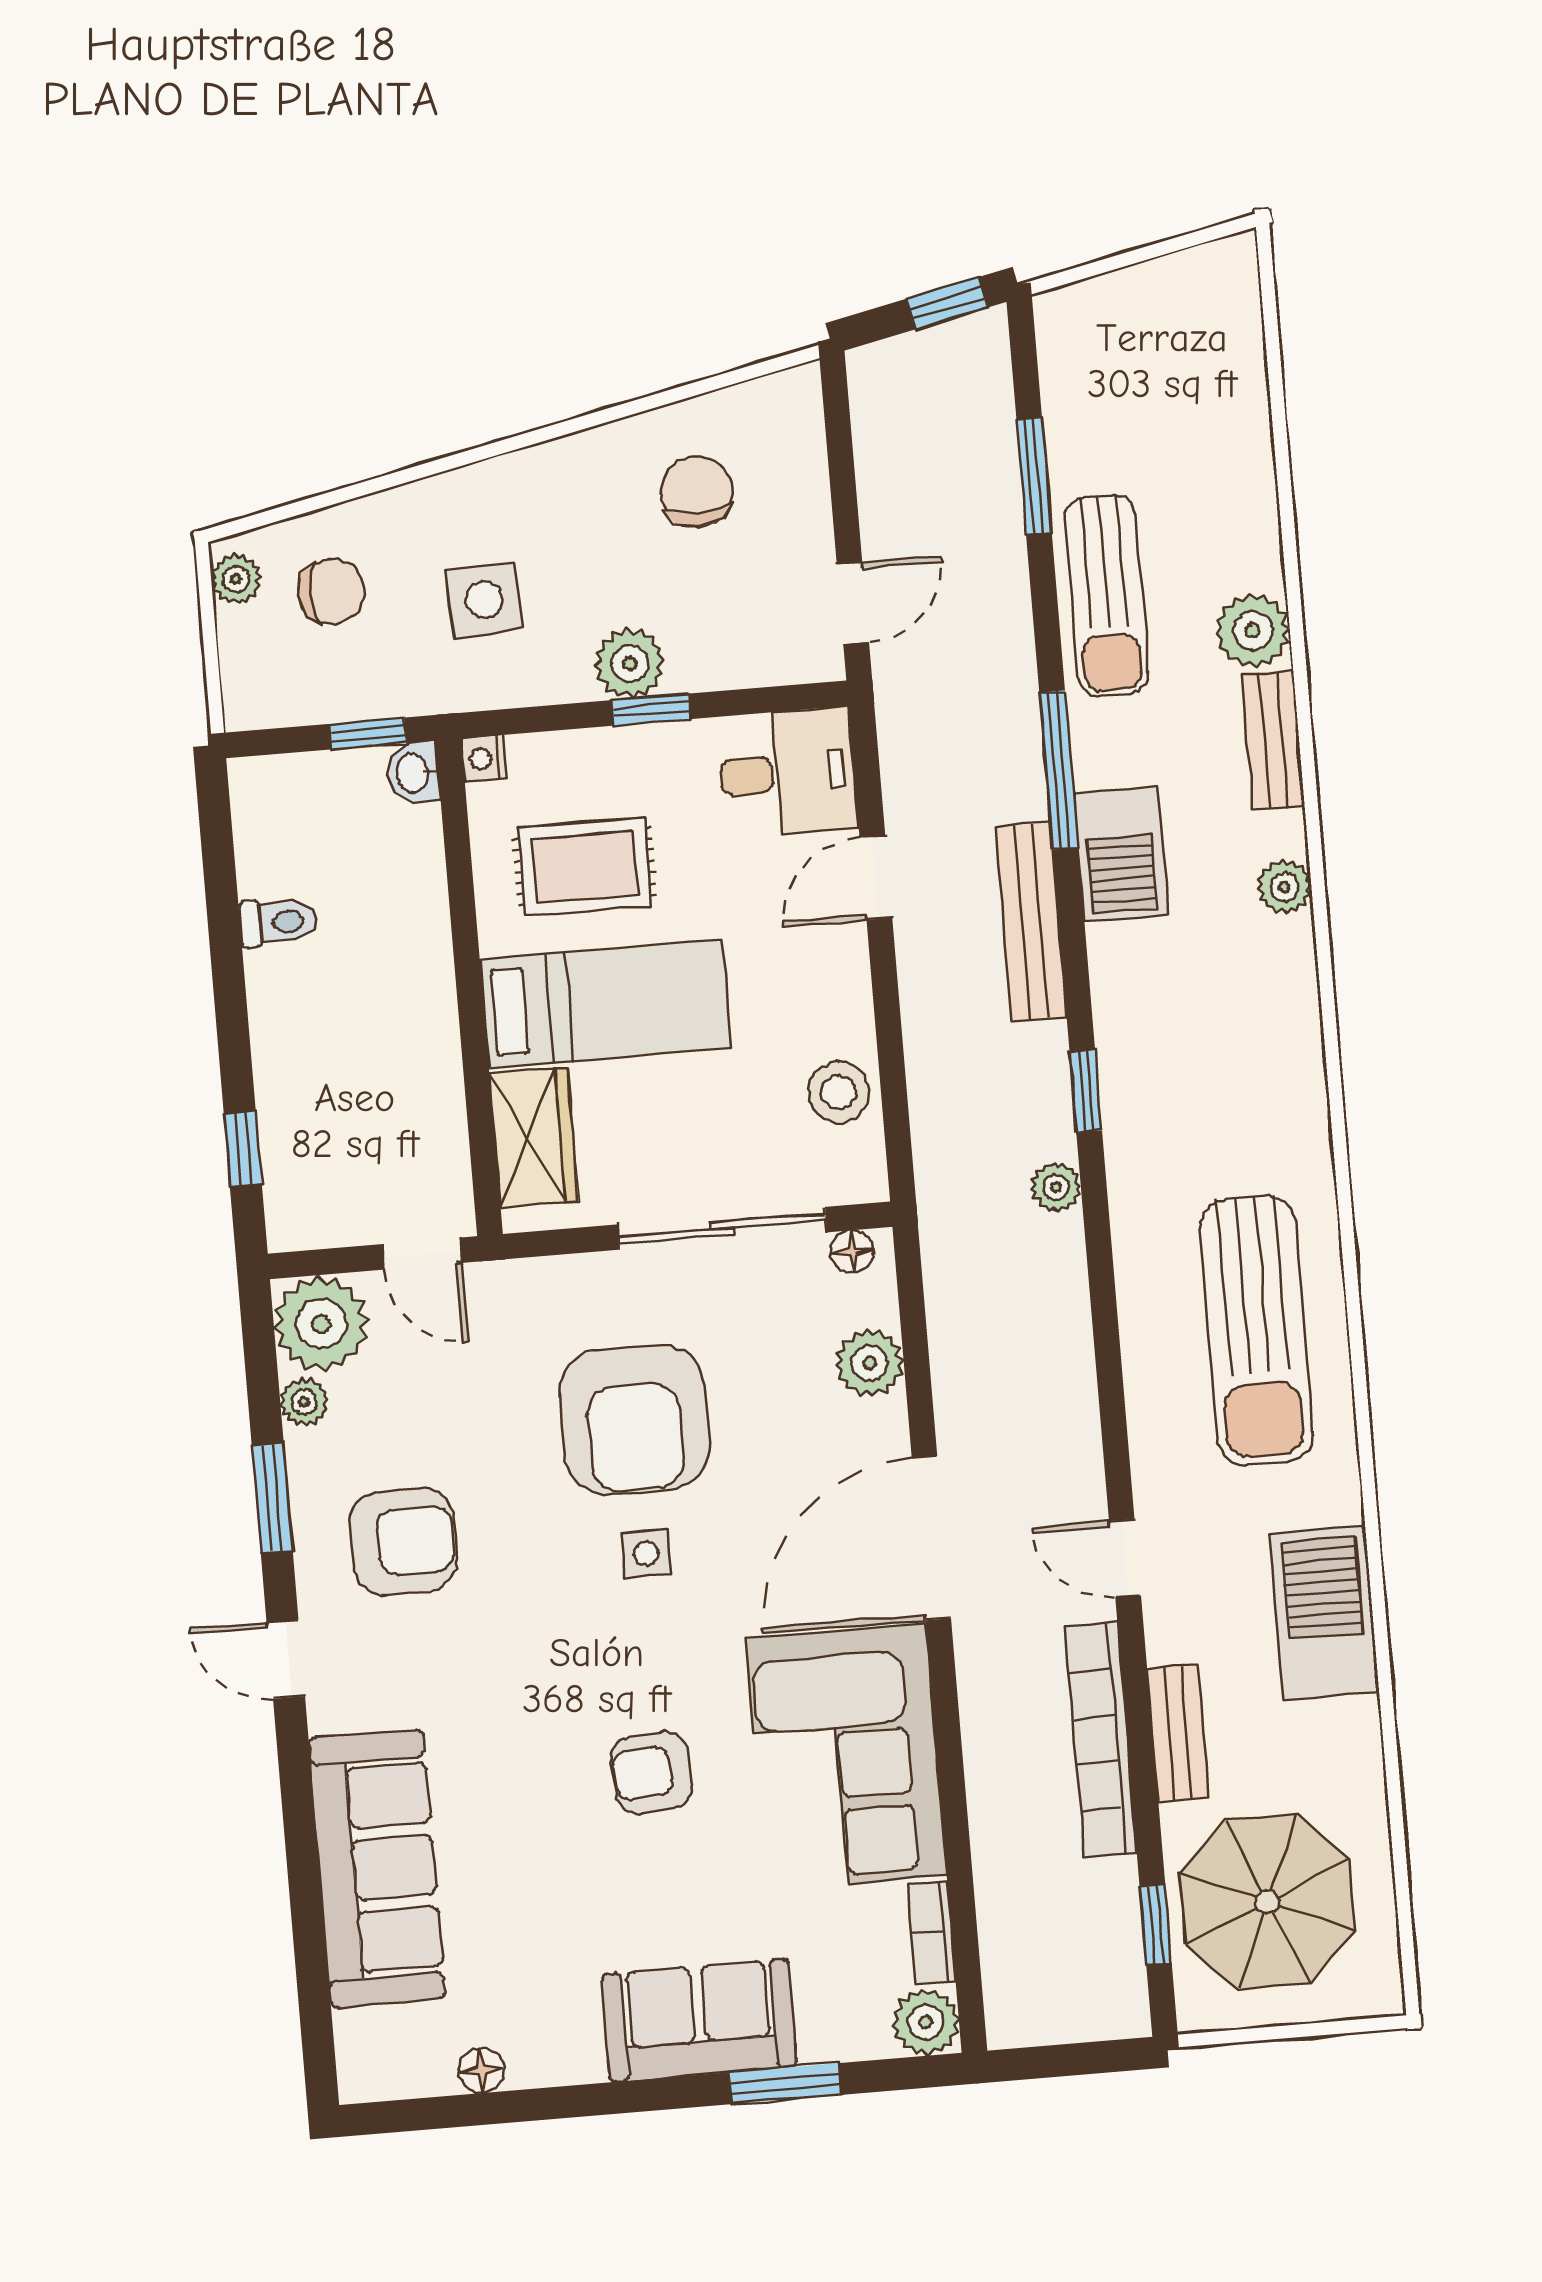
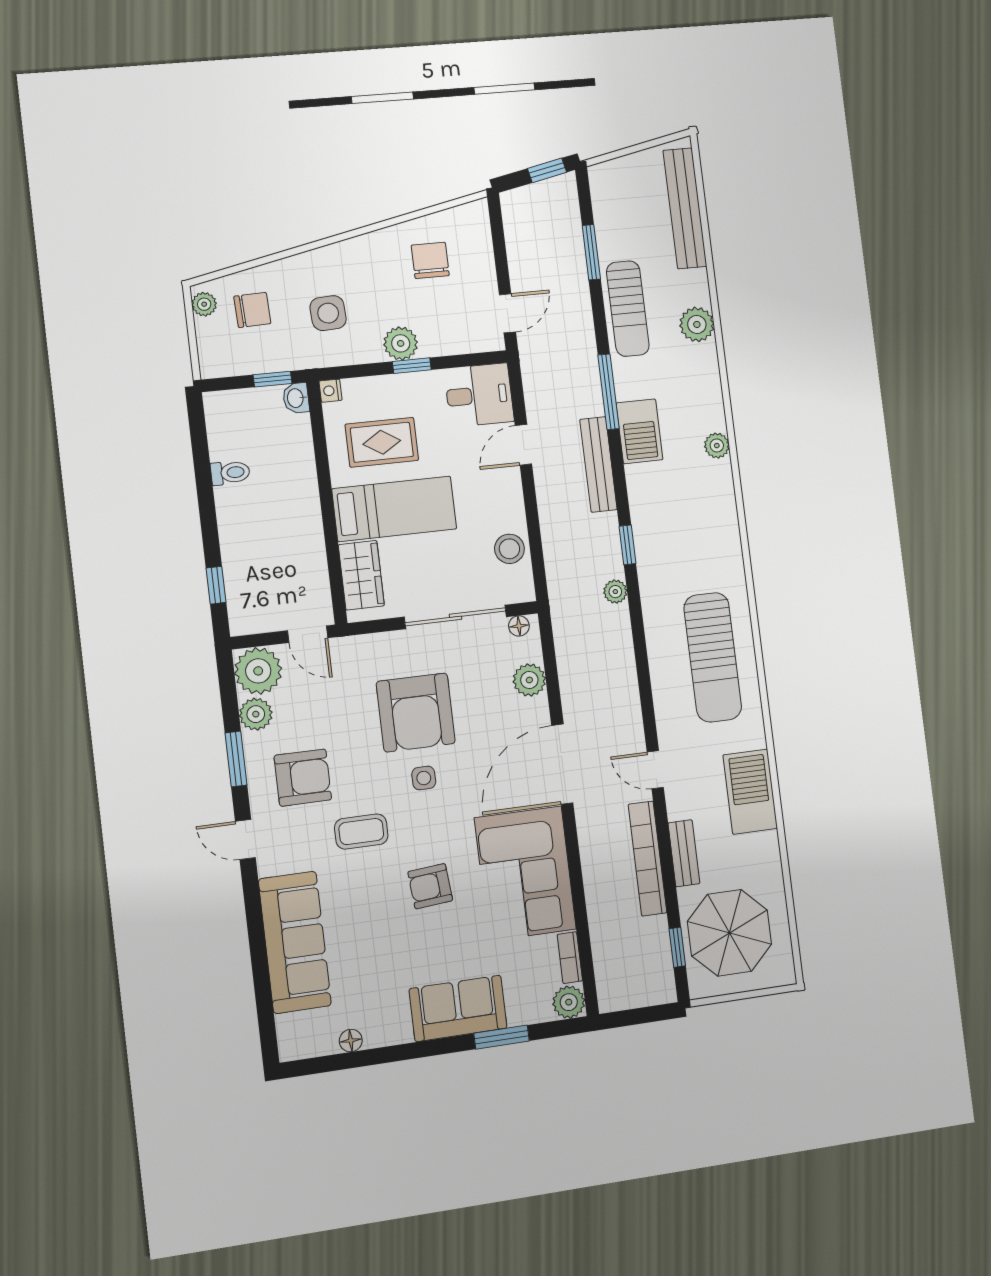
bench: (1273, 740) -> (685, 208), moved, width x1.86, depth x1.21
plant: (304, 1402) -> (256, 714), width x1.38, depth x1.38
coffee table: (516, 1655) -> (361, 832), added

